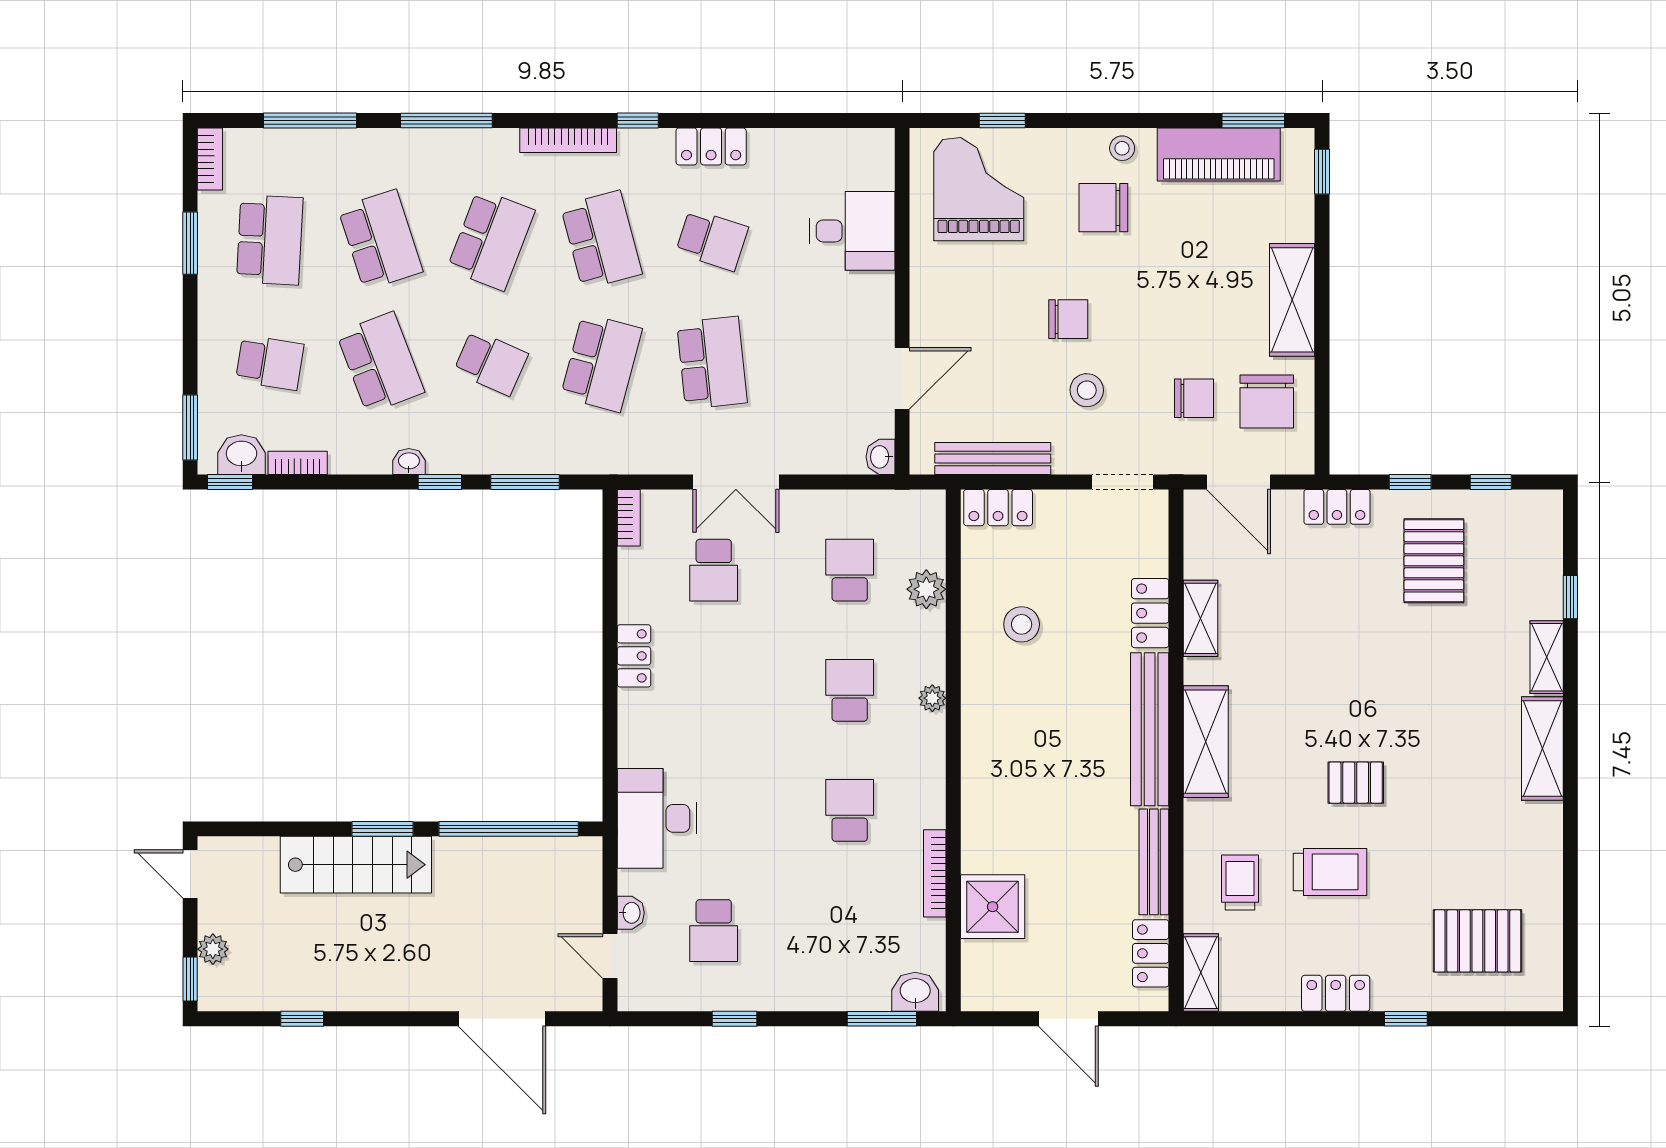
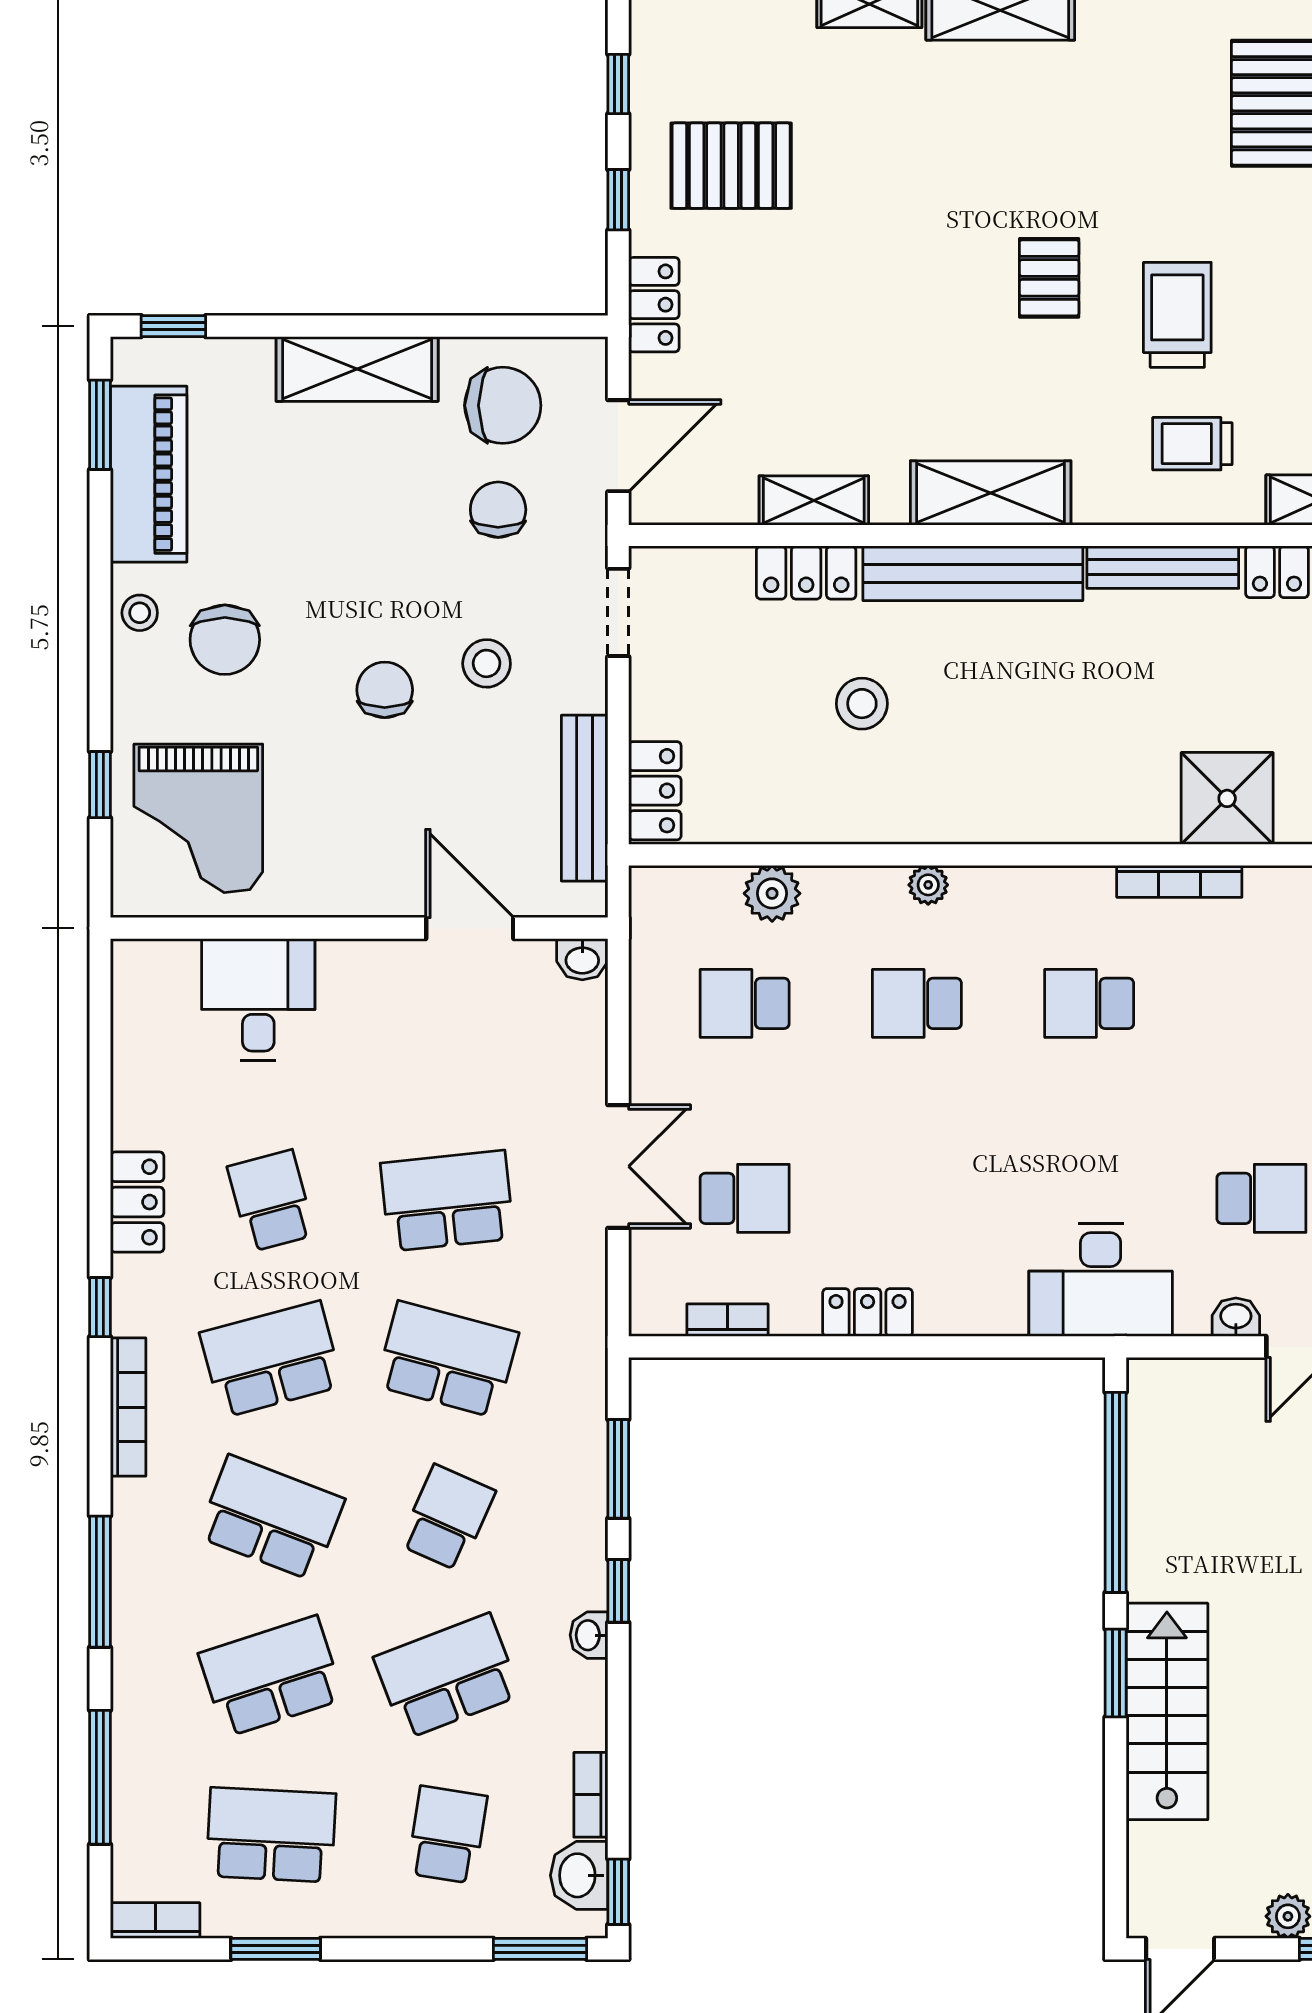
grand piano: (979, 189) -> (198, 818), turned -90
school desk: (712, 240) -> (271, 1201), turned -33
bookcase: (629, 518) -> (727, 1320), moved
stool: (1022, 624) -> (862, 704), moved

